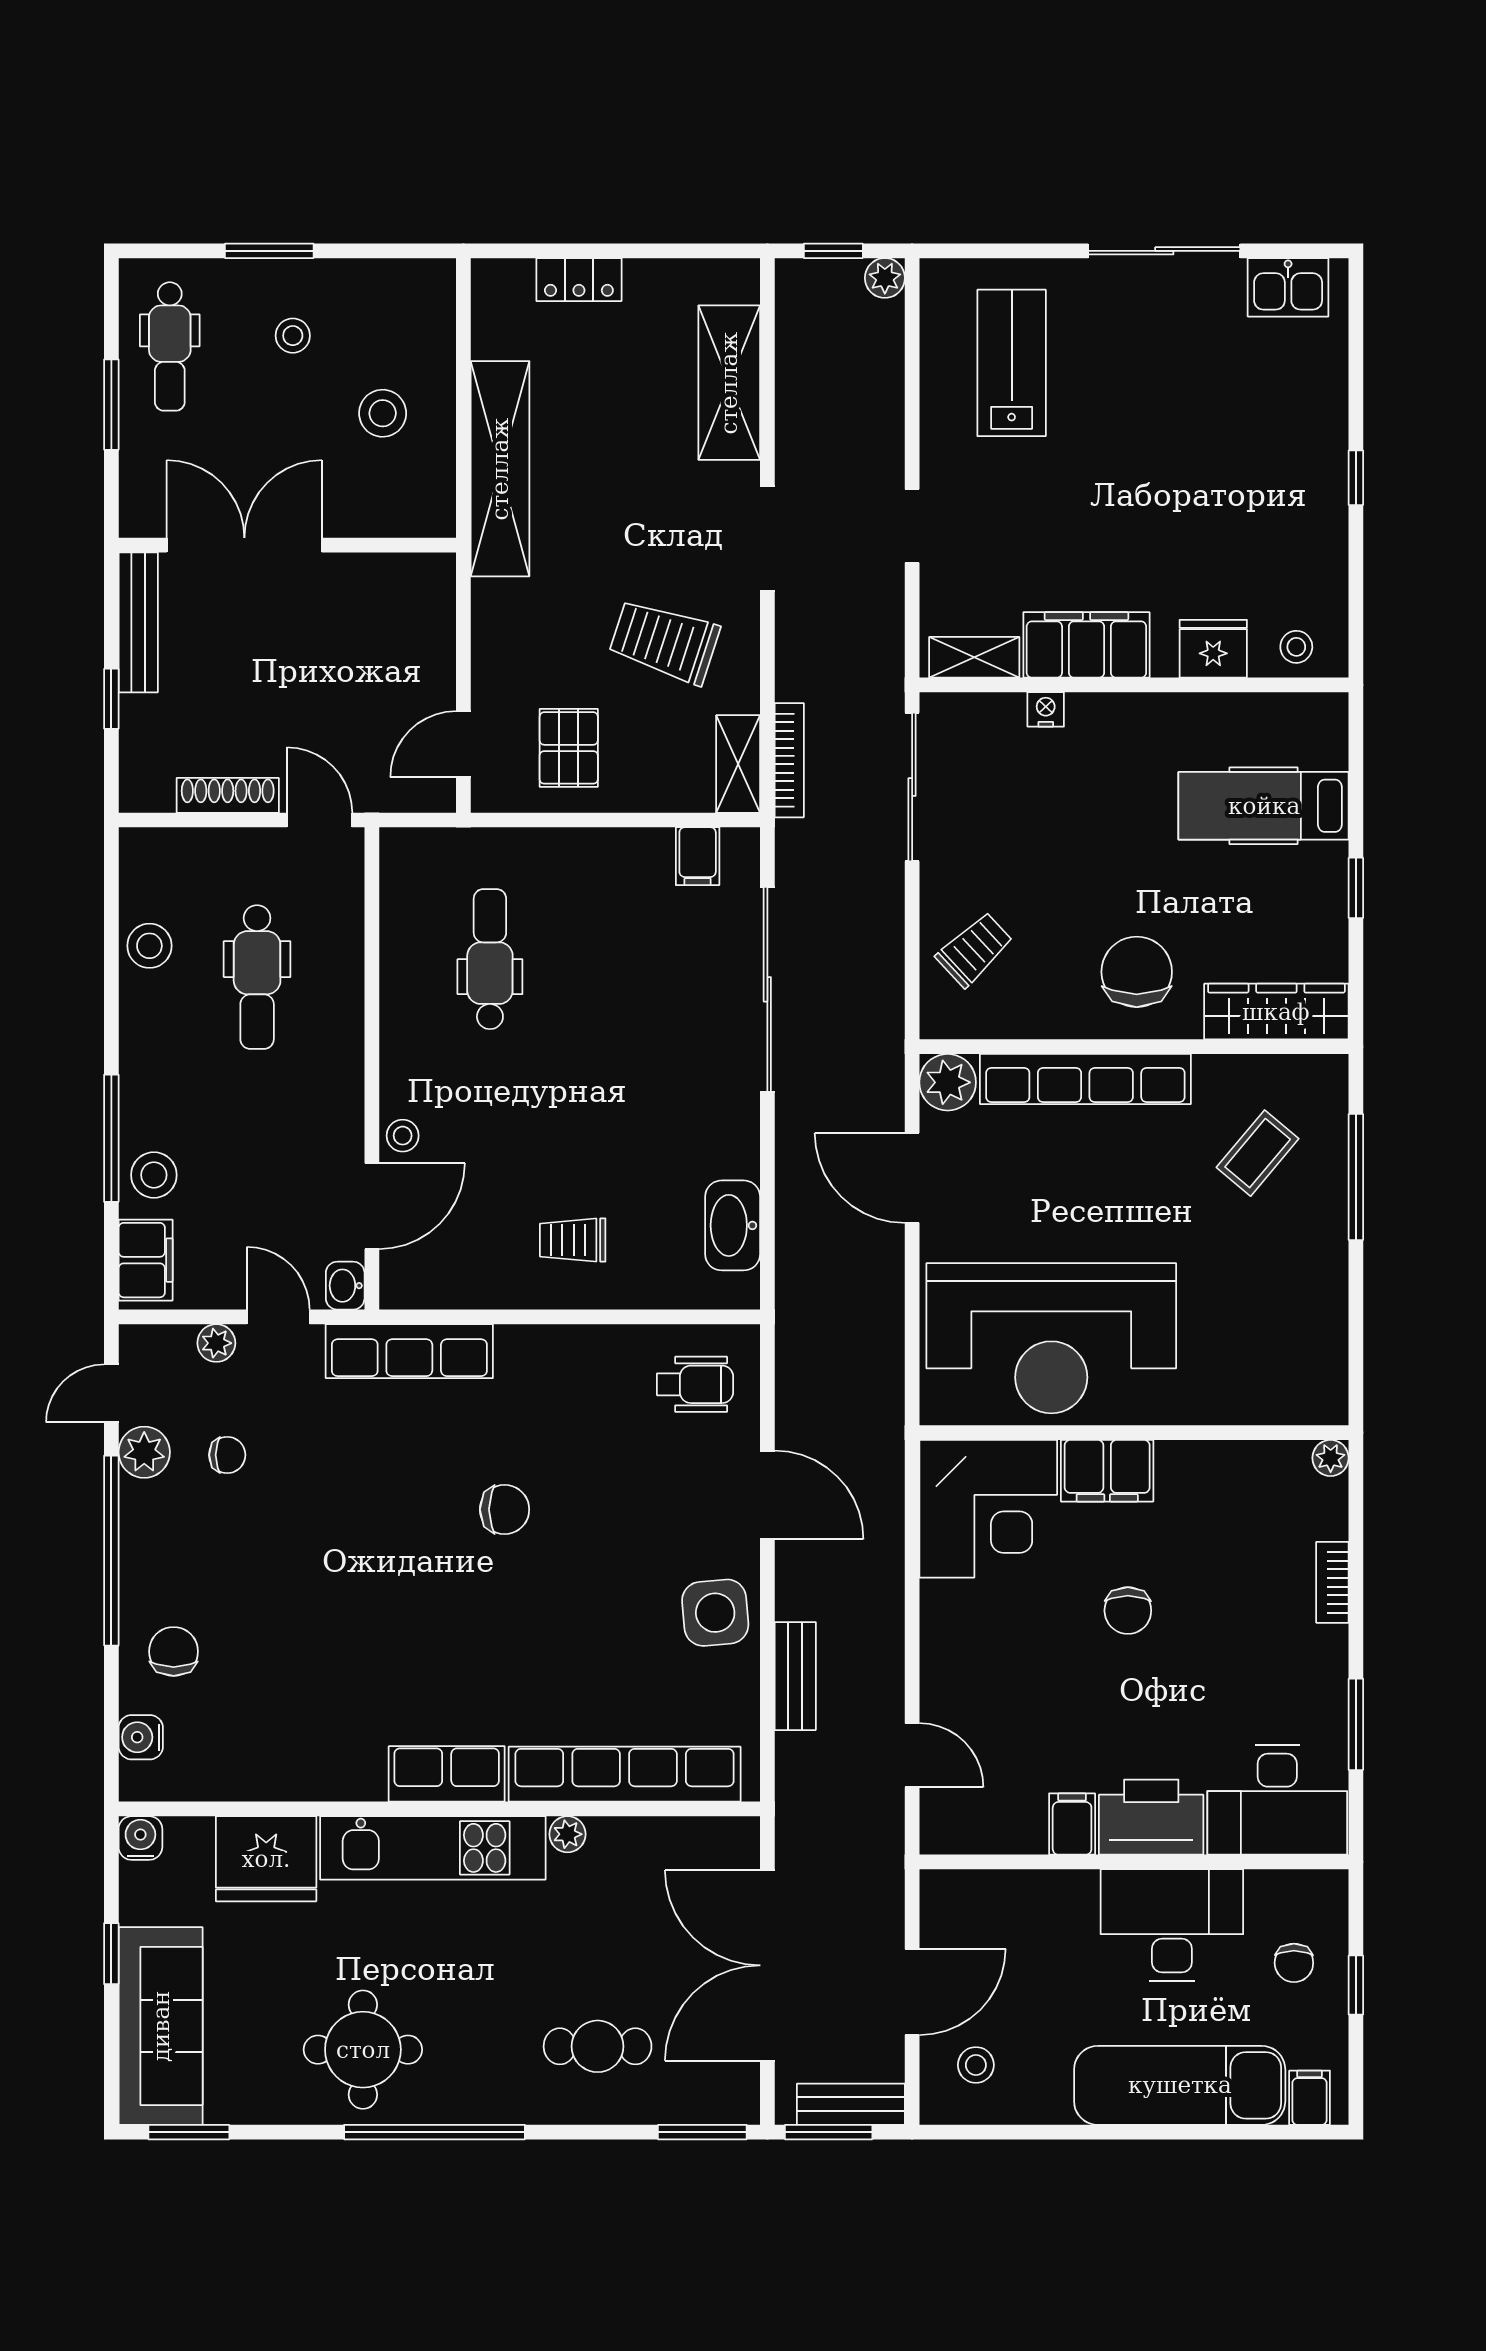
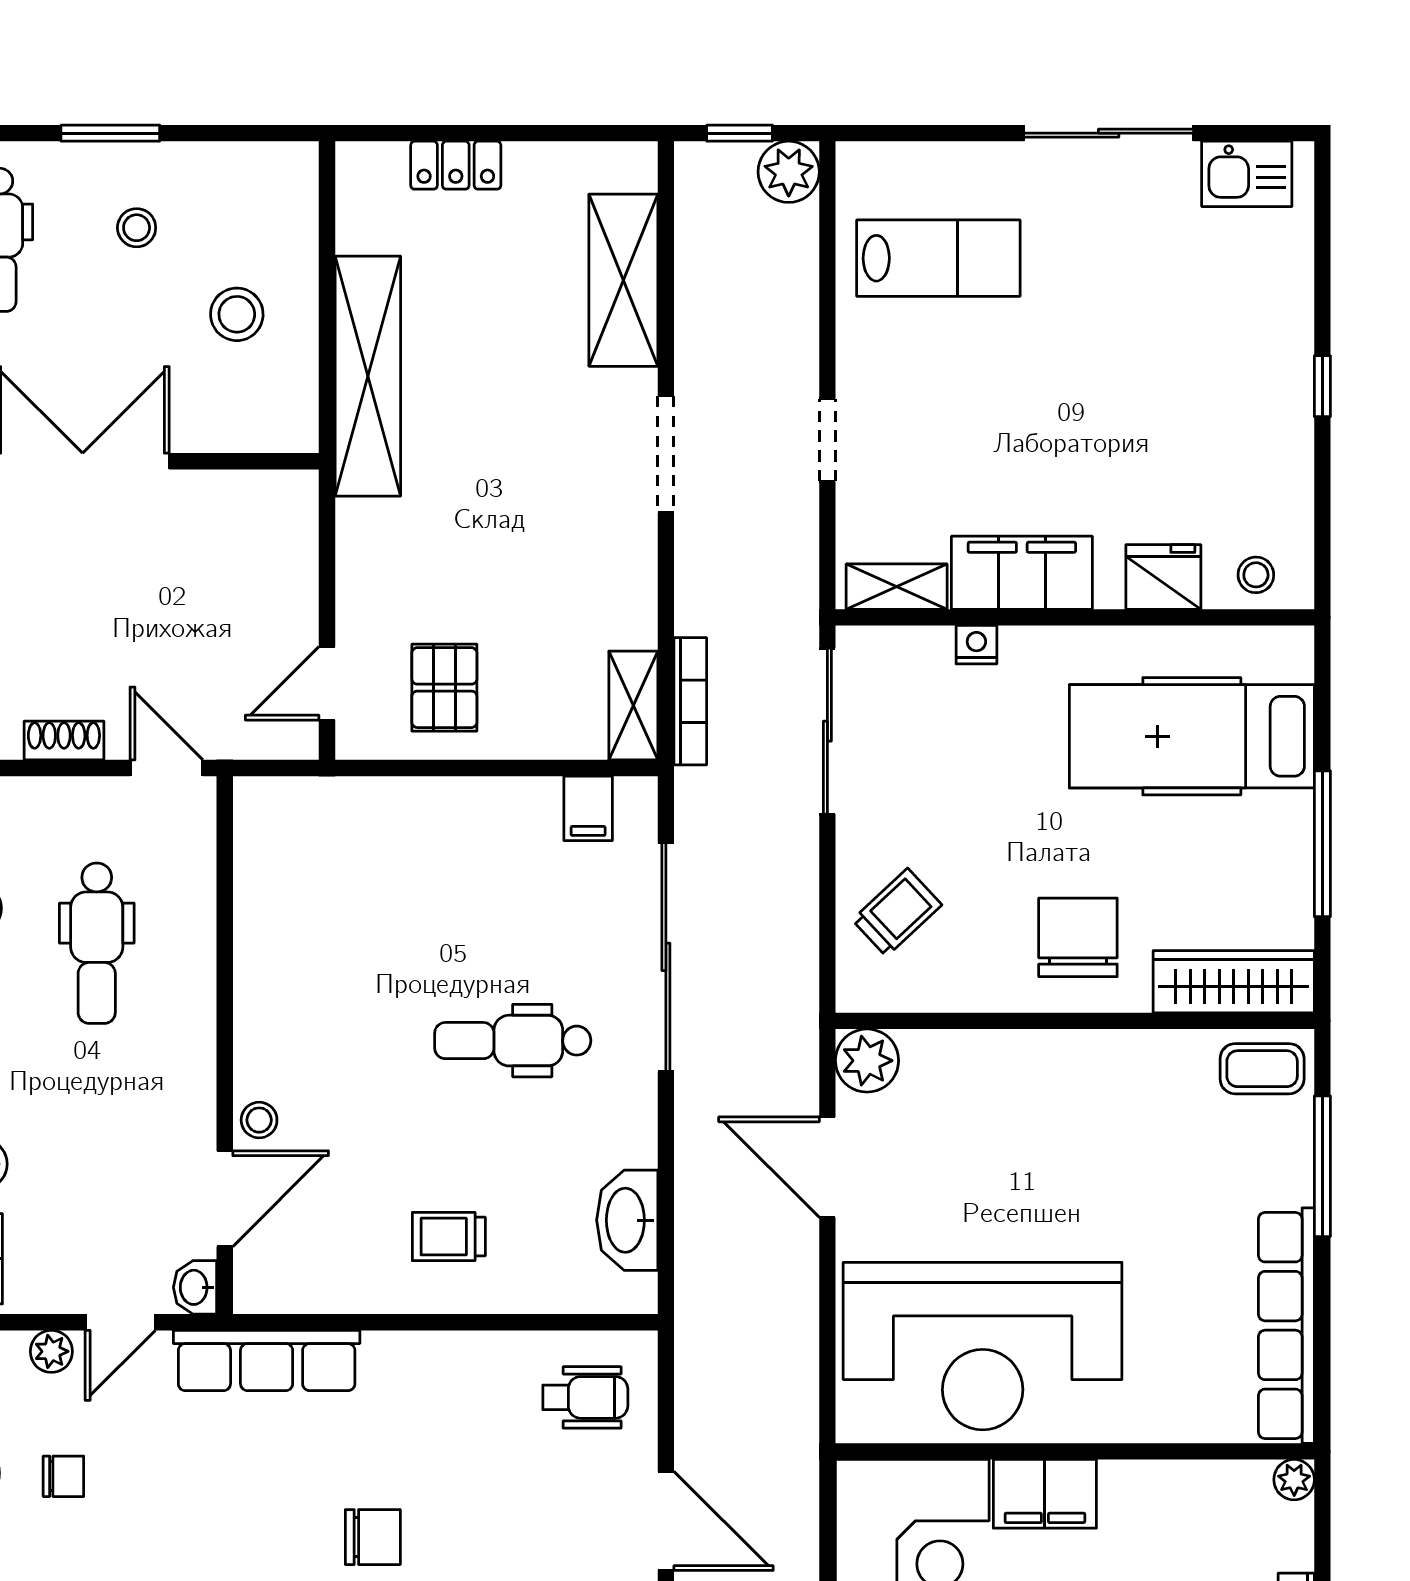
plant: (885, 278) -> (789, 172), width x1.38, depth x1.38
lab bench: (1012, 363) -> (938, 258), turned 90
trolley: (664, 641) -> (551, 569), removed
shoe rack: (228, 795) -> (64, 741), width x0.70
hospital bed: (1264, 806) -> (1192, 736), width x1.37, depth x1.29
window: (1356, 888) -> (1322, 844), width x2.17
dental chair: (490, 959) -> (513, 1041), moved, turned -90
row of seats: (1085, 1079) -> (1286, 1326), moved, turned 90
coffee table: (1258, 1153) -> (1262, 1069), moved, turned 50
door: (278, 1317) -> (120, 1322), swing flipped

